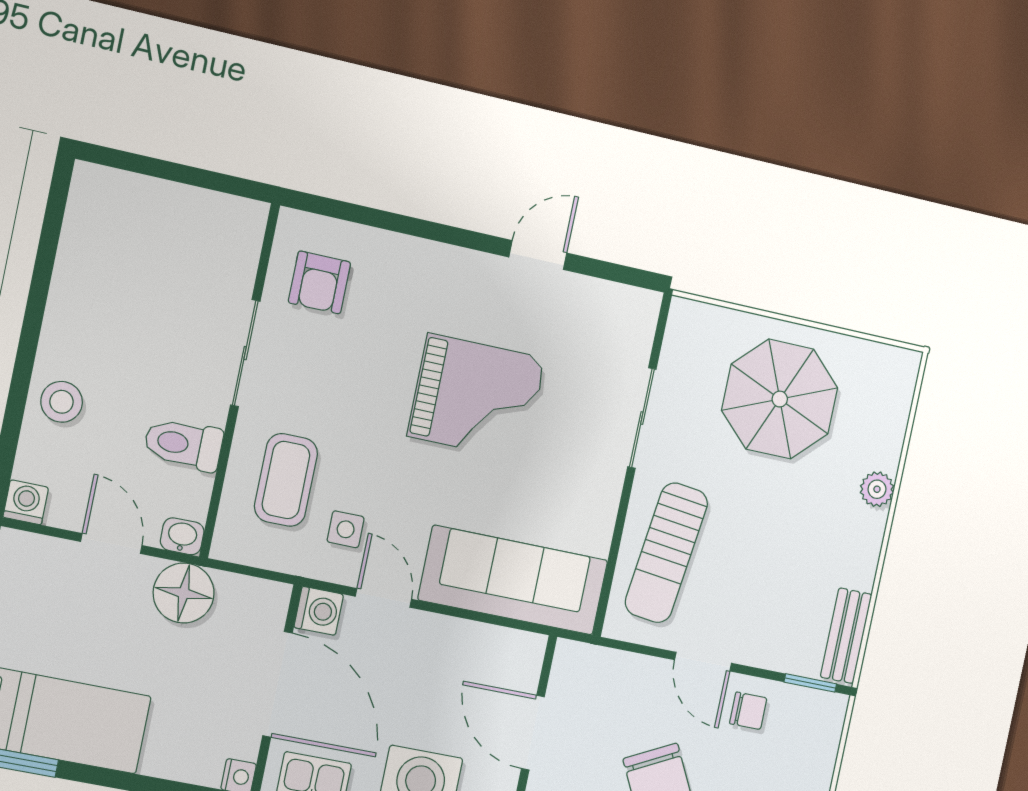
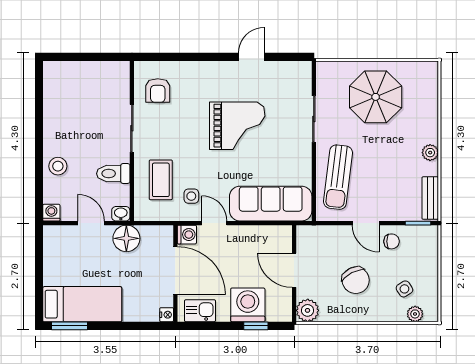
plant: (877, 489) -> (430, 153), moved

